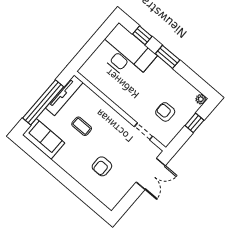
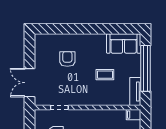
filing cabinet: (86, 72) -> (133, 115), added
tv unit: (64, 95) -> (135, 92), width x0.71

